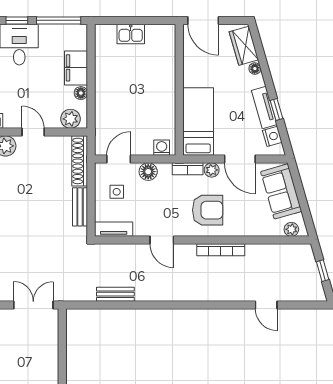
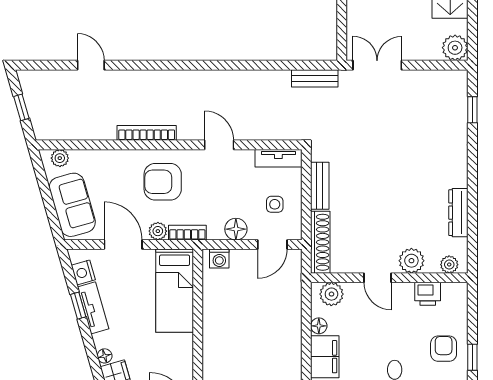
bench: (115, 294) -> (315, 78), moved
double door: (33, 305) -> (377, 65), swing flipped

